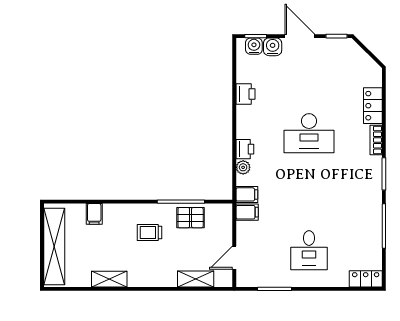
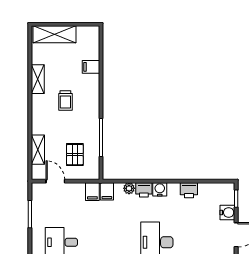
water cooler: (254, 46) -> (160, 189), moved, turned -90
pallet: (191, 218) -> (75, 155), moved
trolley: (149, 232) -> (65, 101), moved, turned 180
shelving: (54, 246) -> (54, 34), width x0.68

